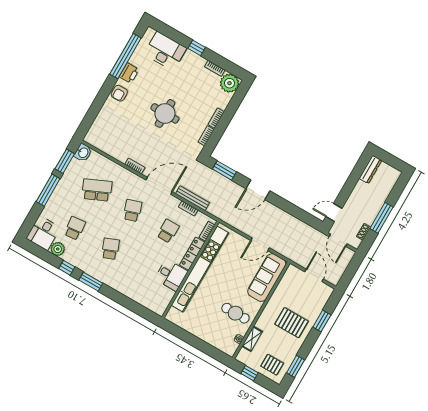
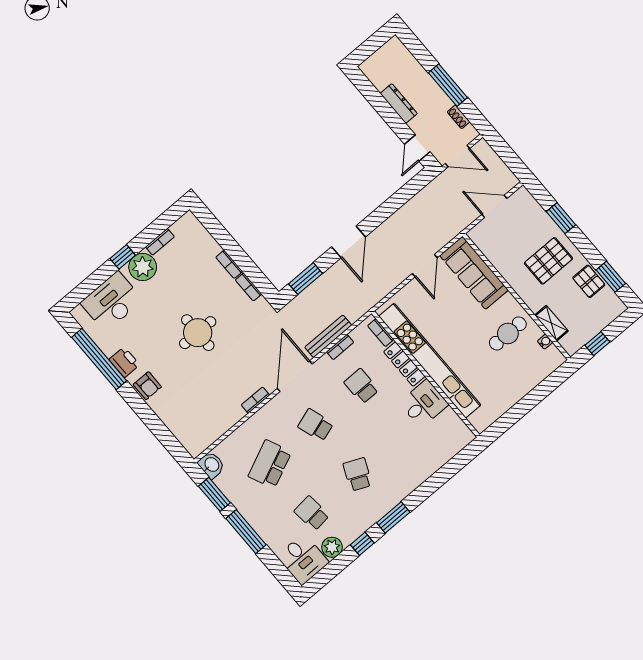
plant: (229, 83) -> (143, 267), moved
dresser: (370, 169) -> (399, 103), moved
school desk: (110, 249) -> (358, 474), turned 45
pallet: (272, 365) -> (589, 281), moved, turned 90

